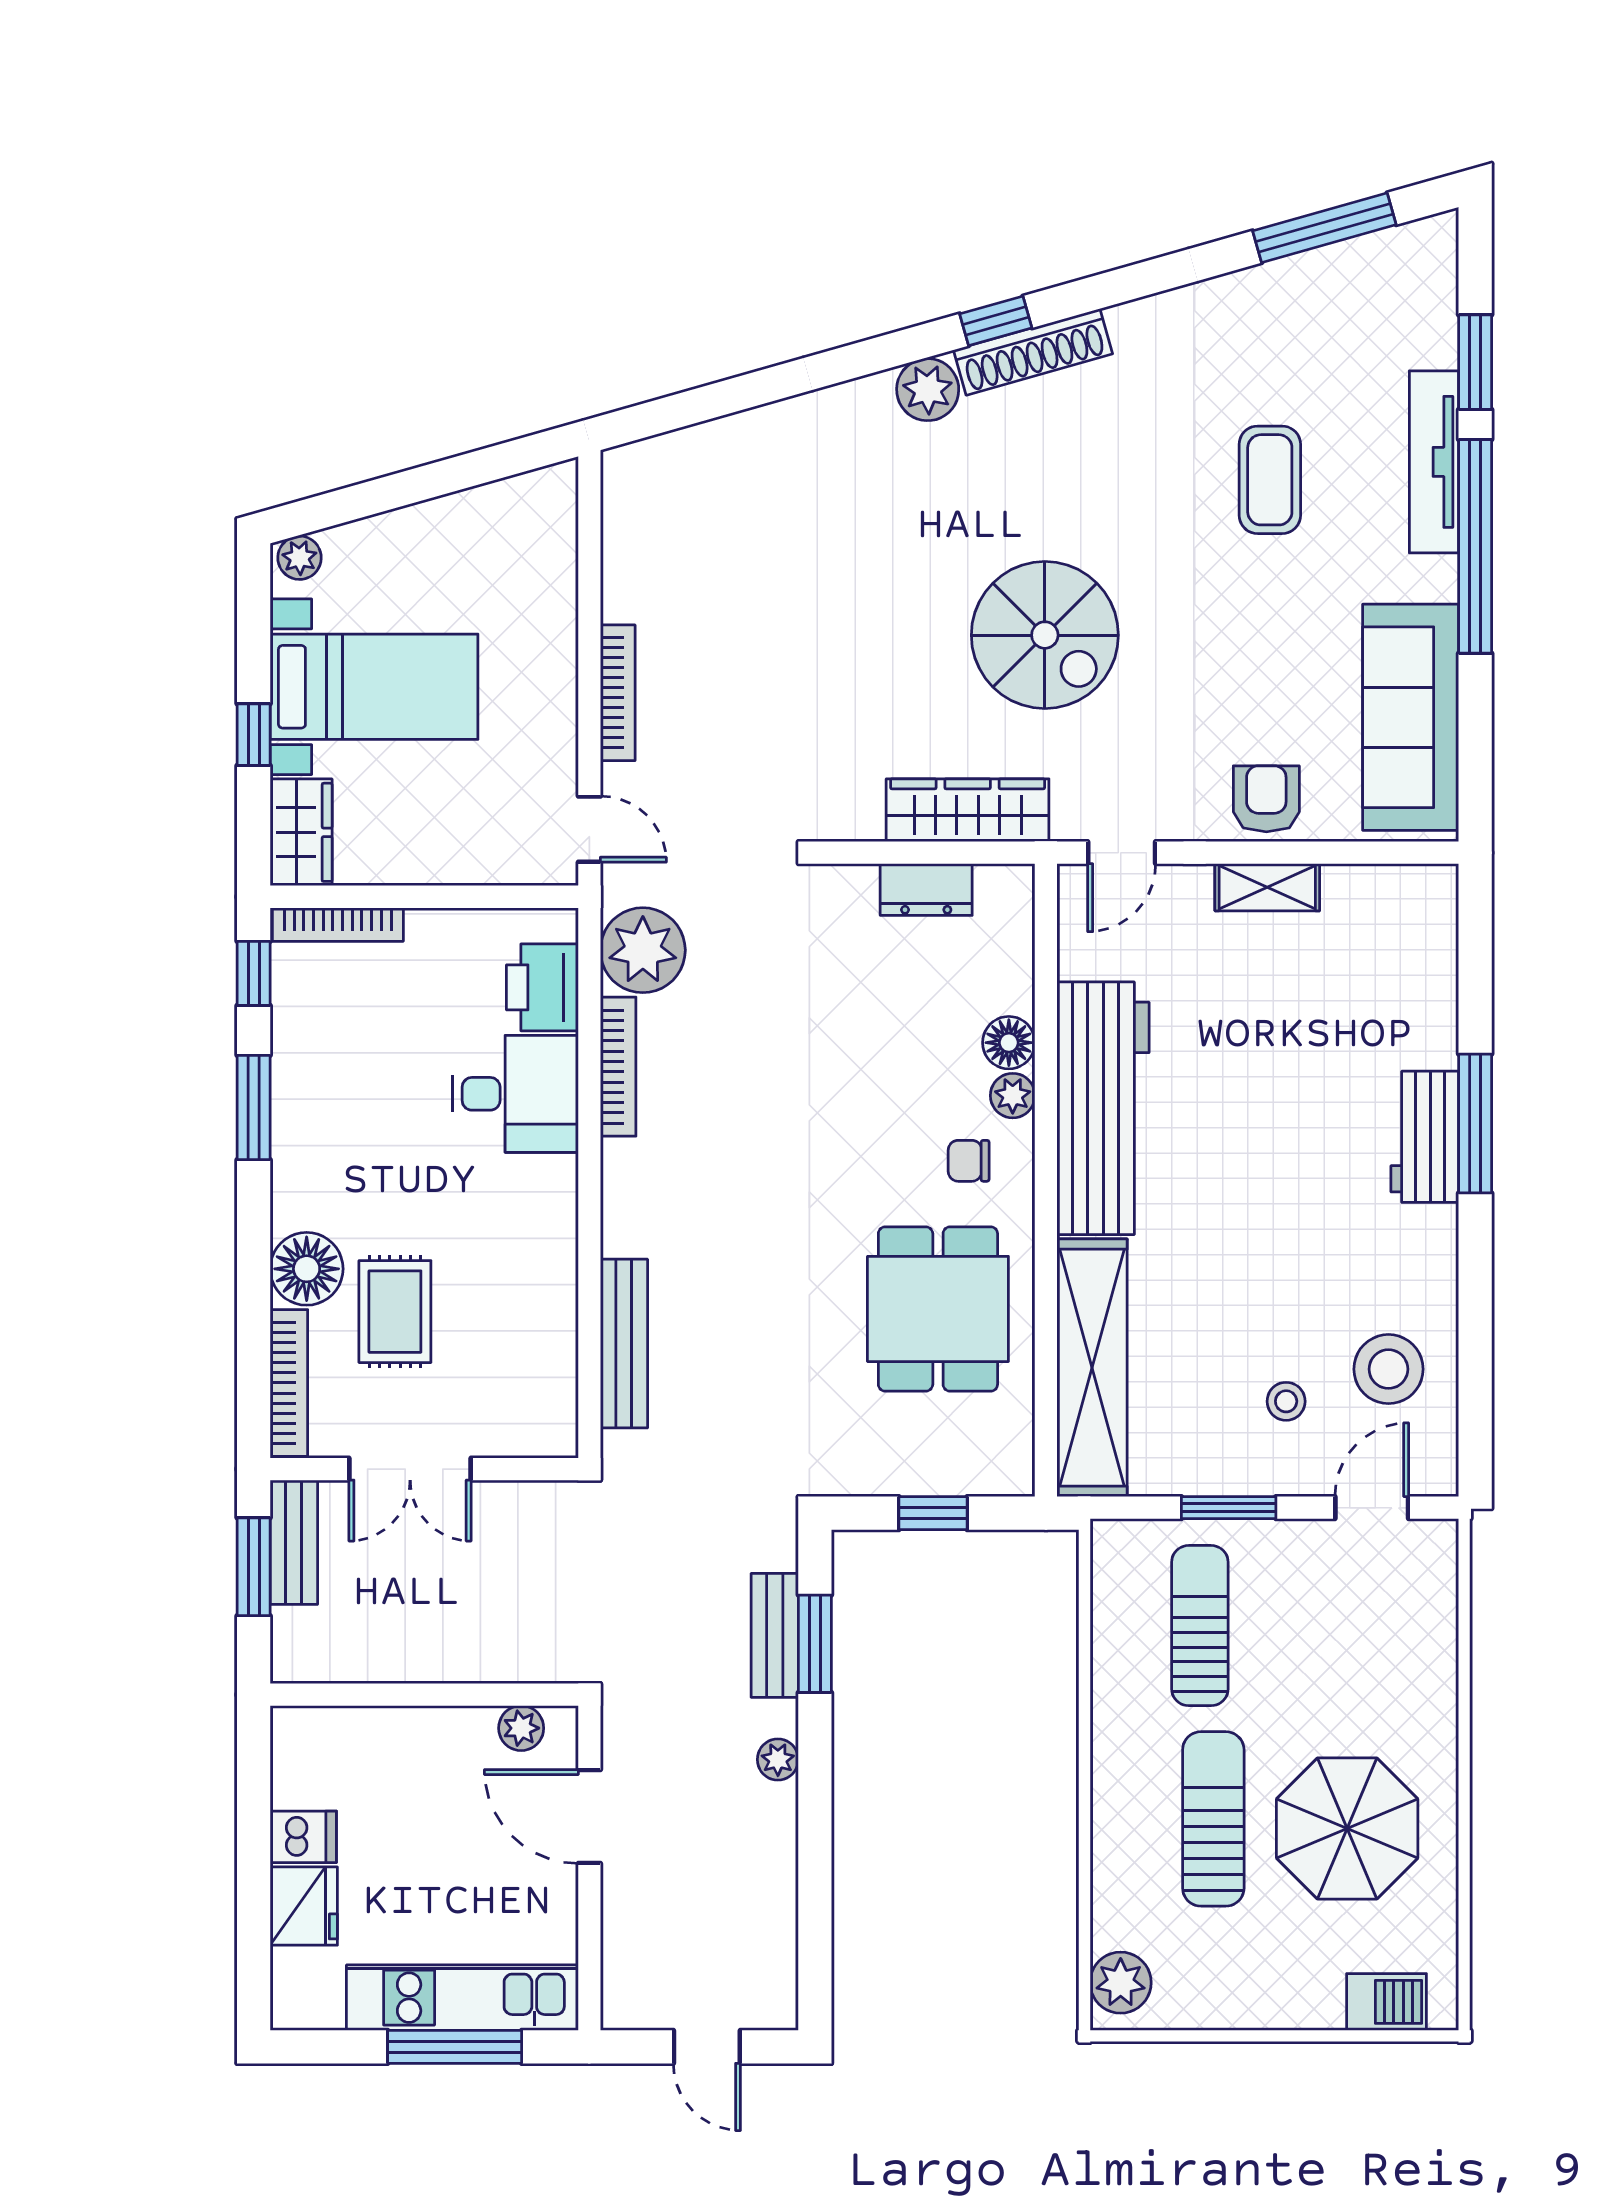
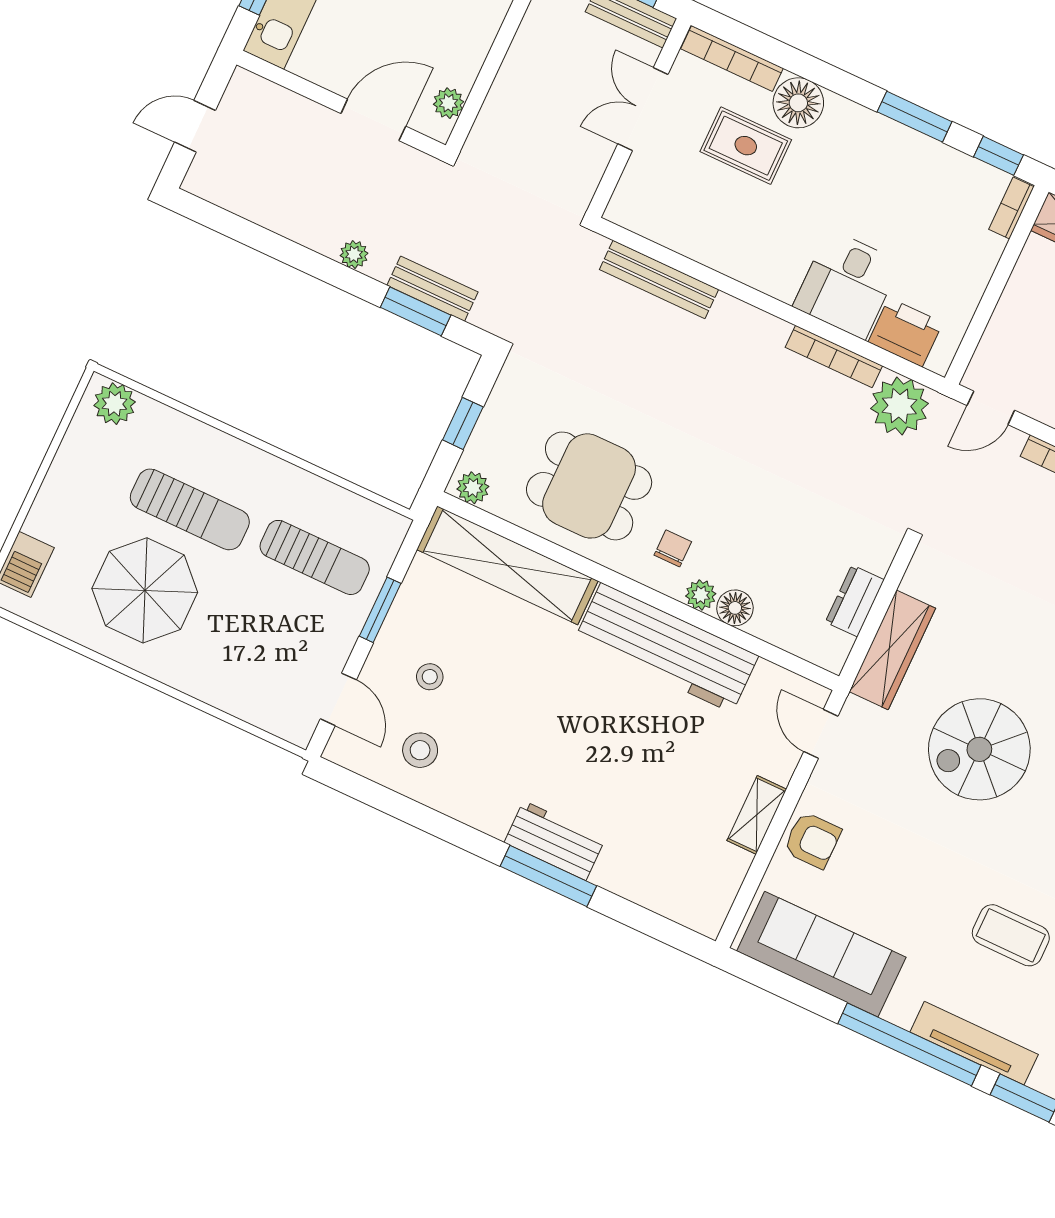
bookcase: (338, 925) -> (1011, 208), width x0.64
stool: (1388, 1369) -> (420, 750), width x0.73, depth x0.73
plant: (1011, 1460) -> (473, 488), added

